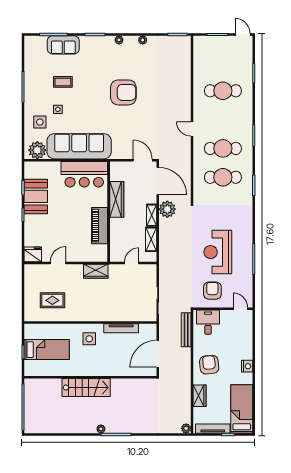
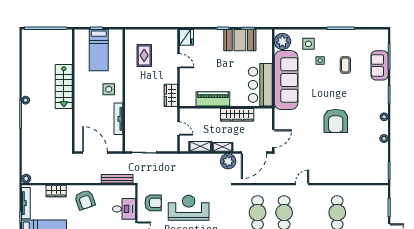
desk: (208, 322) -> (124, 209), moved
armchair: (209, 365) -> (85, 200), turned 77

